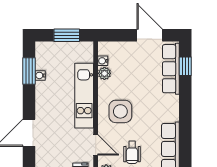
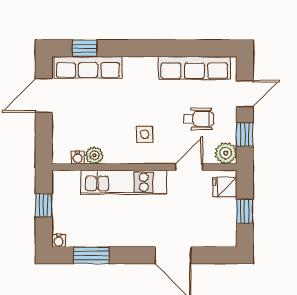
window: (67, 35) -> (44, 205), width x0.67
water cooler: (40, 75) -> (58, 241), moved
side table: (120, 111) -> (145, 134), width x0.54, depth x0.54

